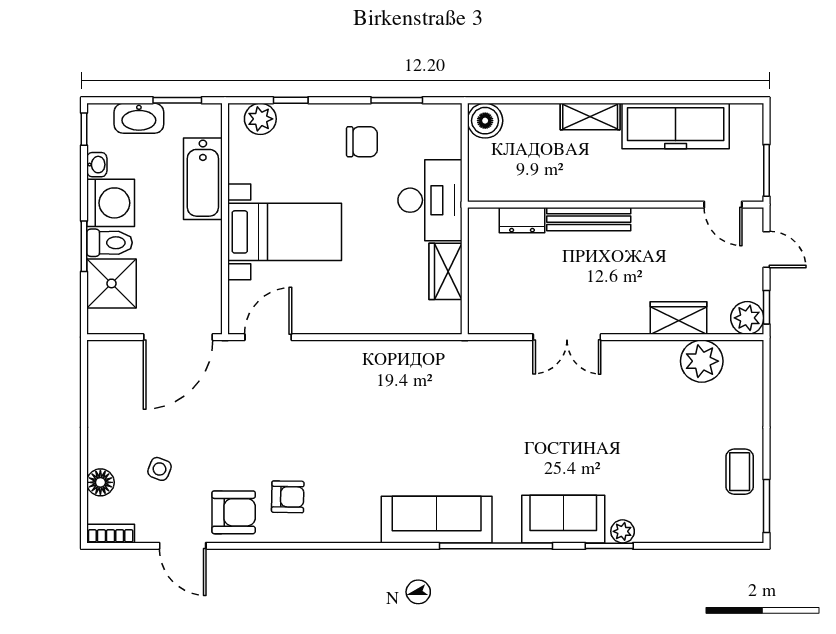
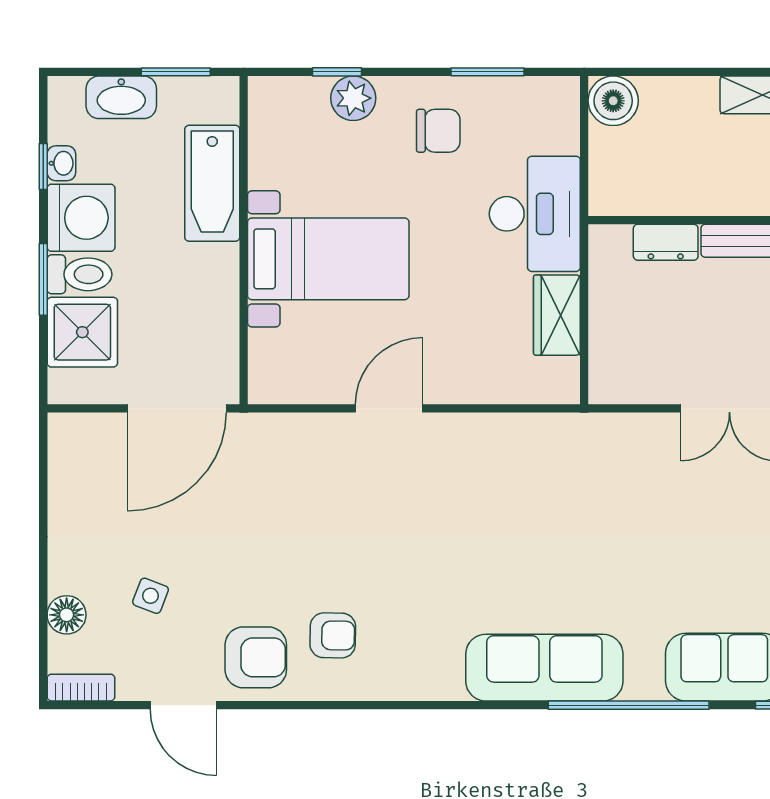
plant: (260, 119) -> (353, 98), moved
window: (84, 129) -> (43, 167), moved
door: (268, 337) -> (389, 408), moved

